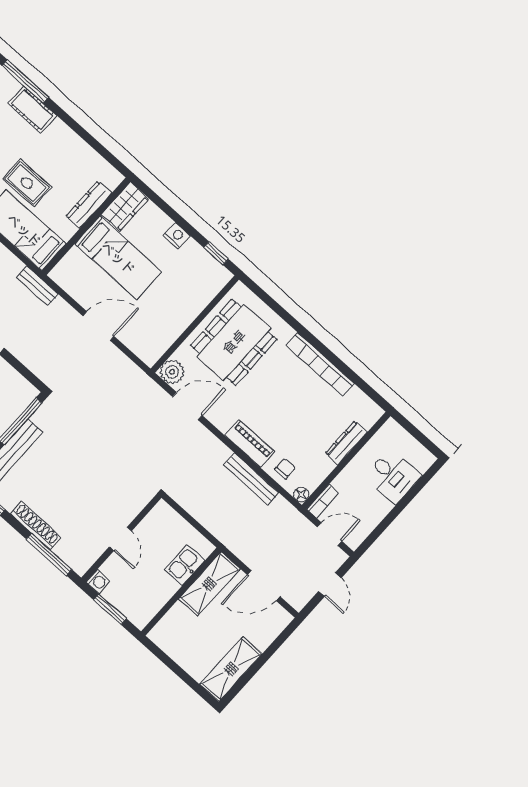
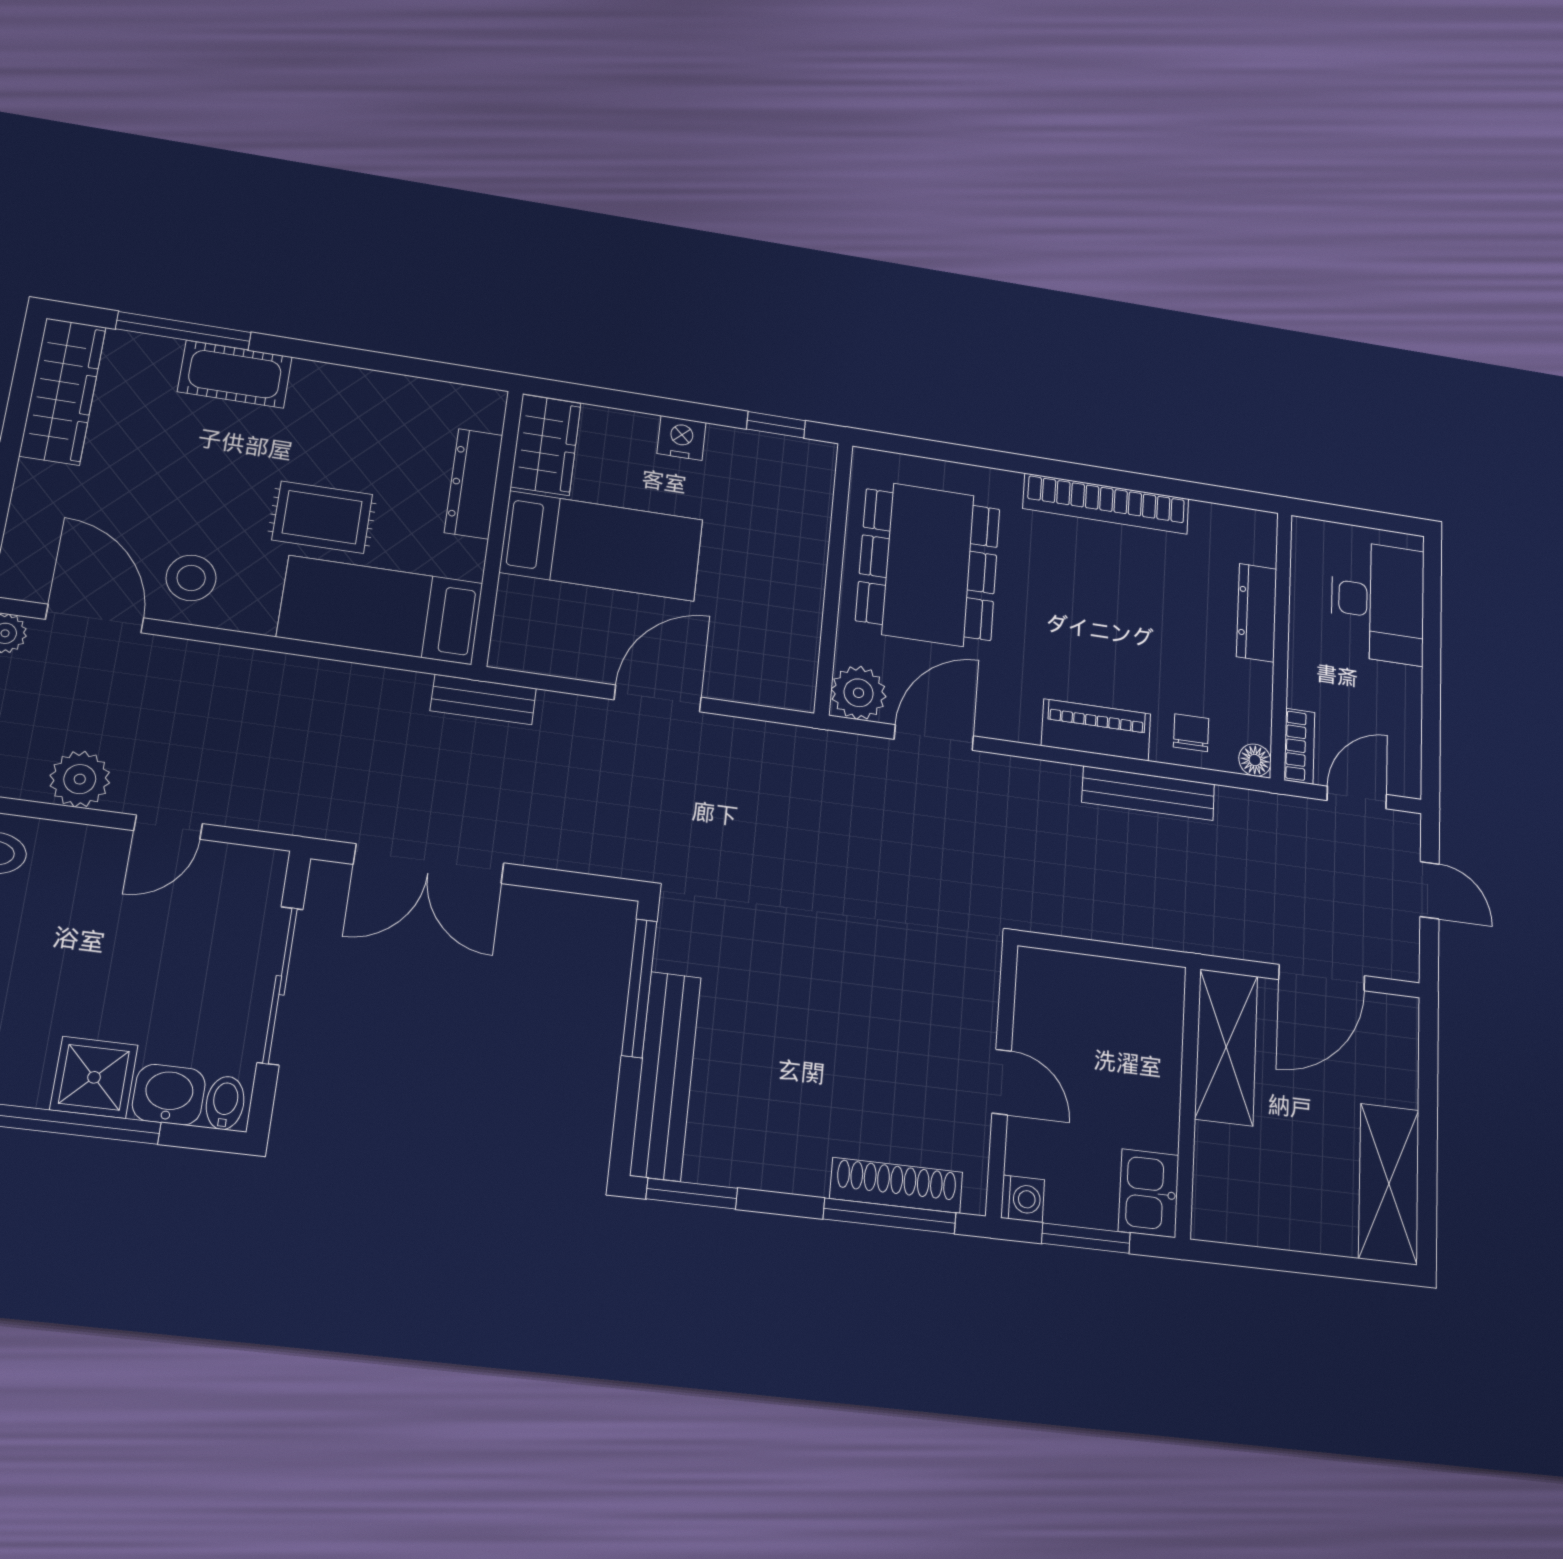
desk: (393, 476) -> (1378, 602), width x1.37
shoe rack: (36, 526) -> (896, 1185), moved
kitchen sink: (184, 565) -> (1149, 1193), moved

